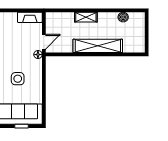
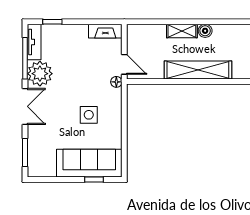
boiler: (123, 17) -> (205, 31), moved
door: (44, 42) -> (124, 64), hinge flipped

